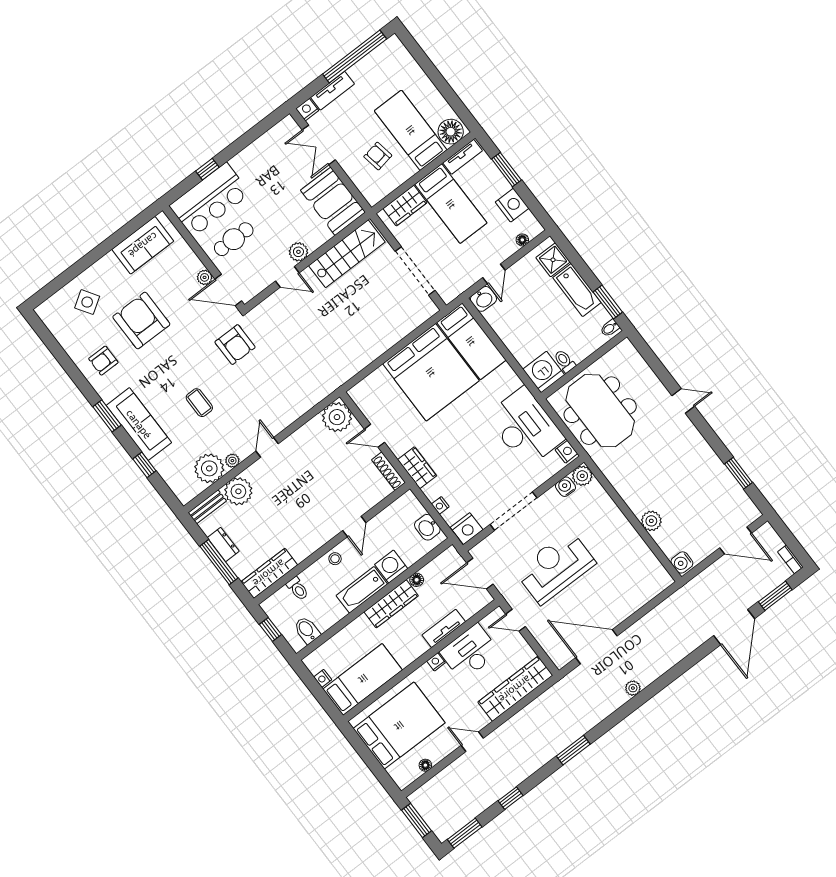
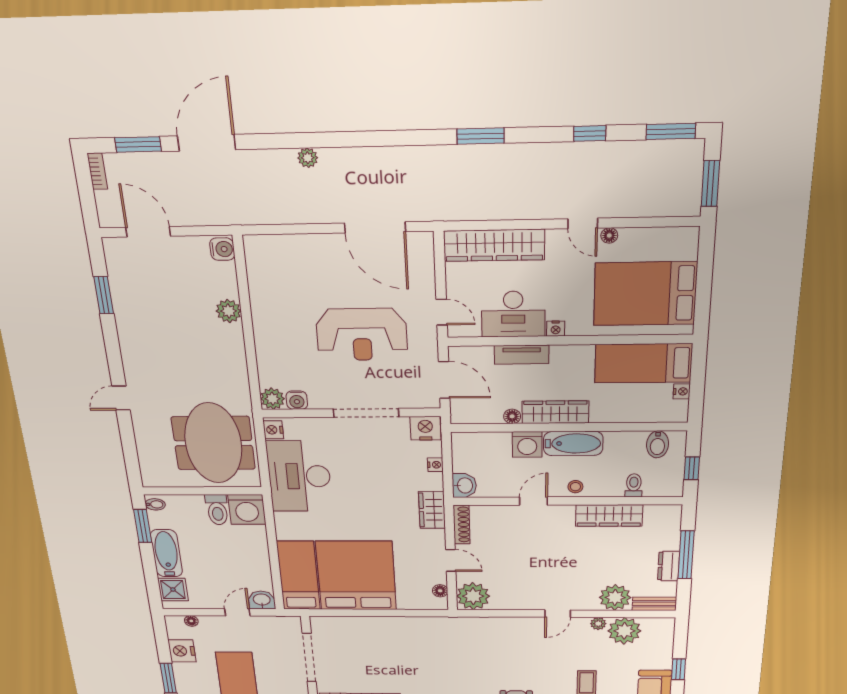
toilet: (565, 361) -> (217, 510), width x1.37, depth x1.39
door: (683, 401) -> (121, 398), hinge flipped
floor lamp: (363, 404) -> (440, 591), added
washbasin: (427, 527) -> (464, 485), moved
wardrobe: (269, 573) -> (609, 515), moved
plant: (633, 688) -> (308, 158), moved
floor lamp: (425, 765) -> (609, 235), moved

